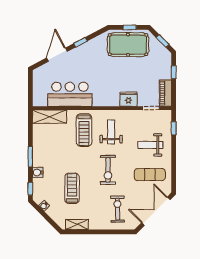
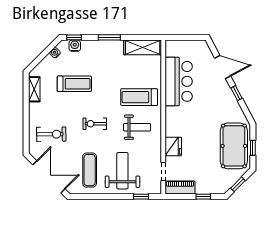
shelving: (49, 117) -> (143, 47), moved, turned 90
weight bench: (150, 145) -> (122, 171), width x1.36, depth x1.33
exercise bike: (108, 170) -> (95, 124), width x0.73, depth x0.72
water cooler: (38, 172) -> (75, 46), moved

